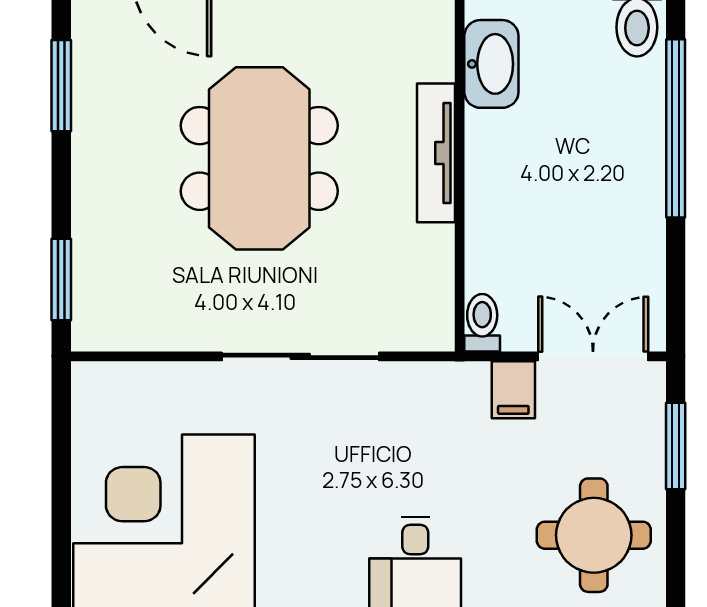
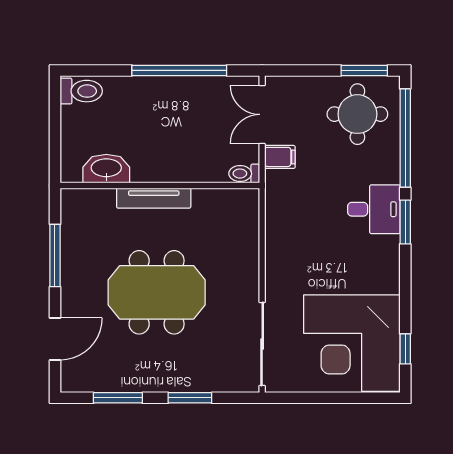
window: (676, 128) -> (179, 70), moved
window: (61, 280) -> (190, 398), moved
sliding door: (300, 356) -> (262, 344), moved
window: (676, 446) -> (364, 70), moved

